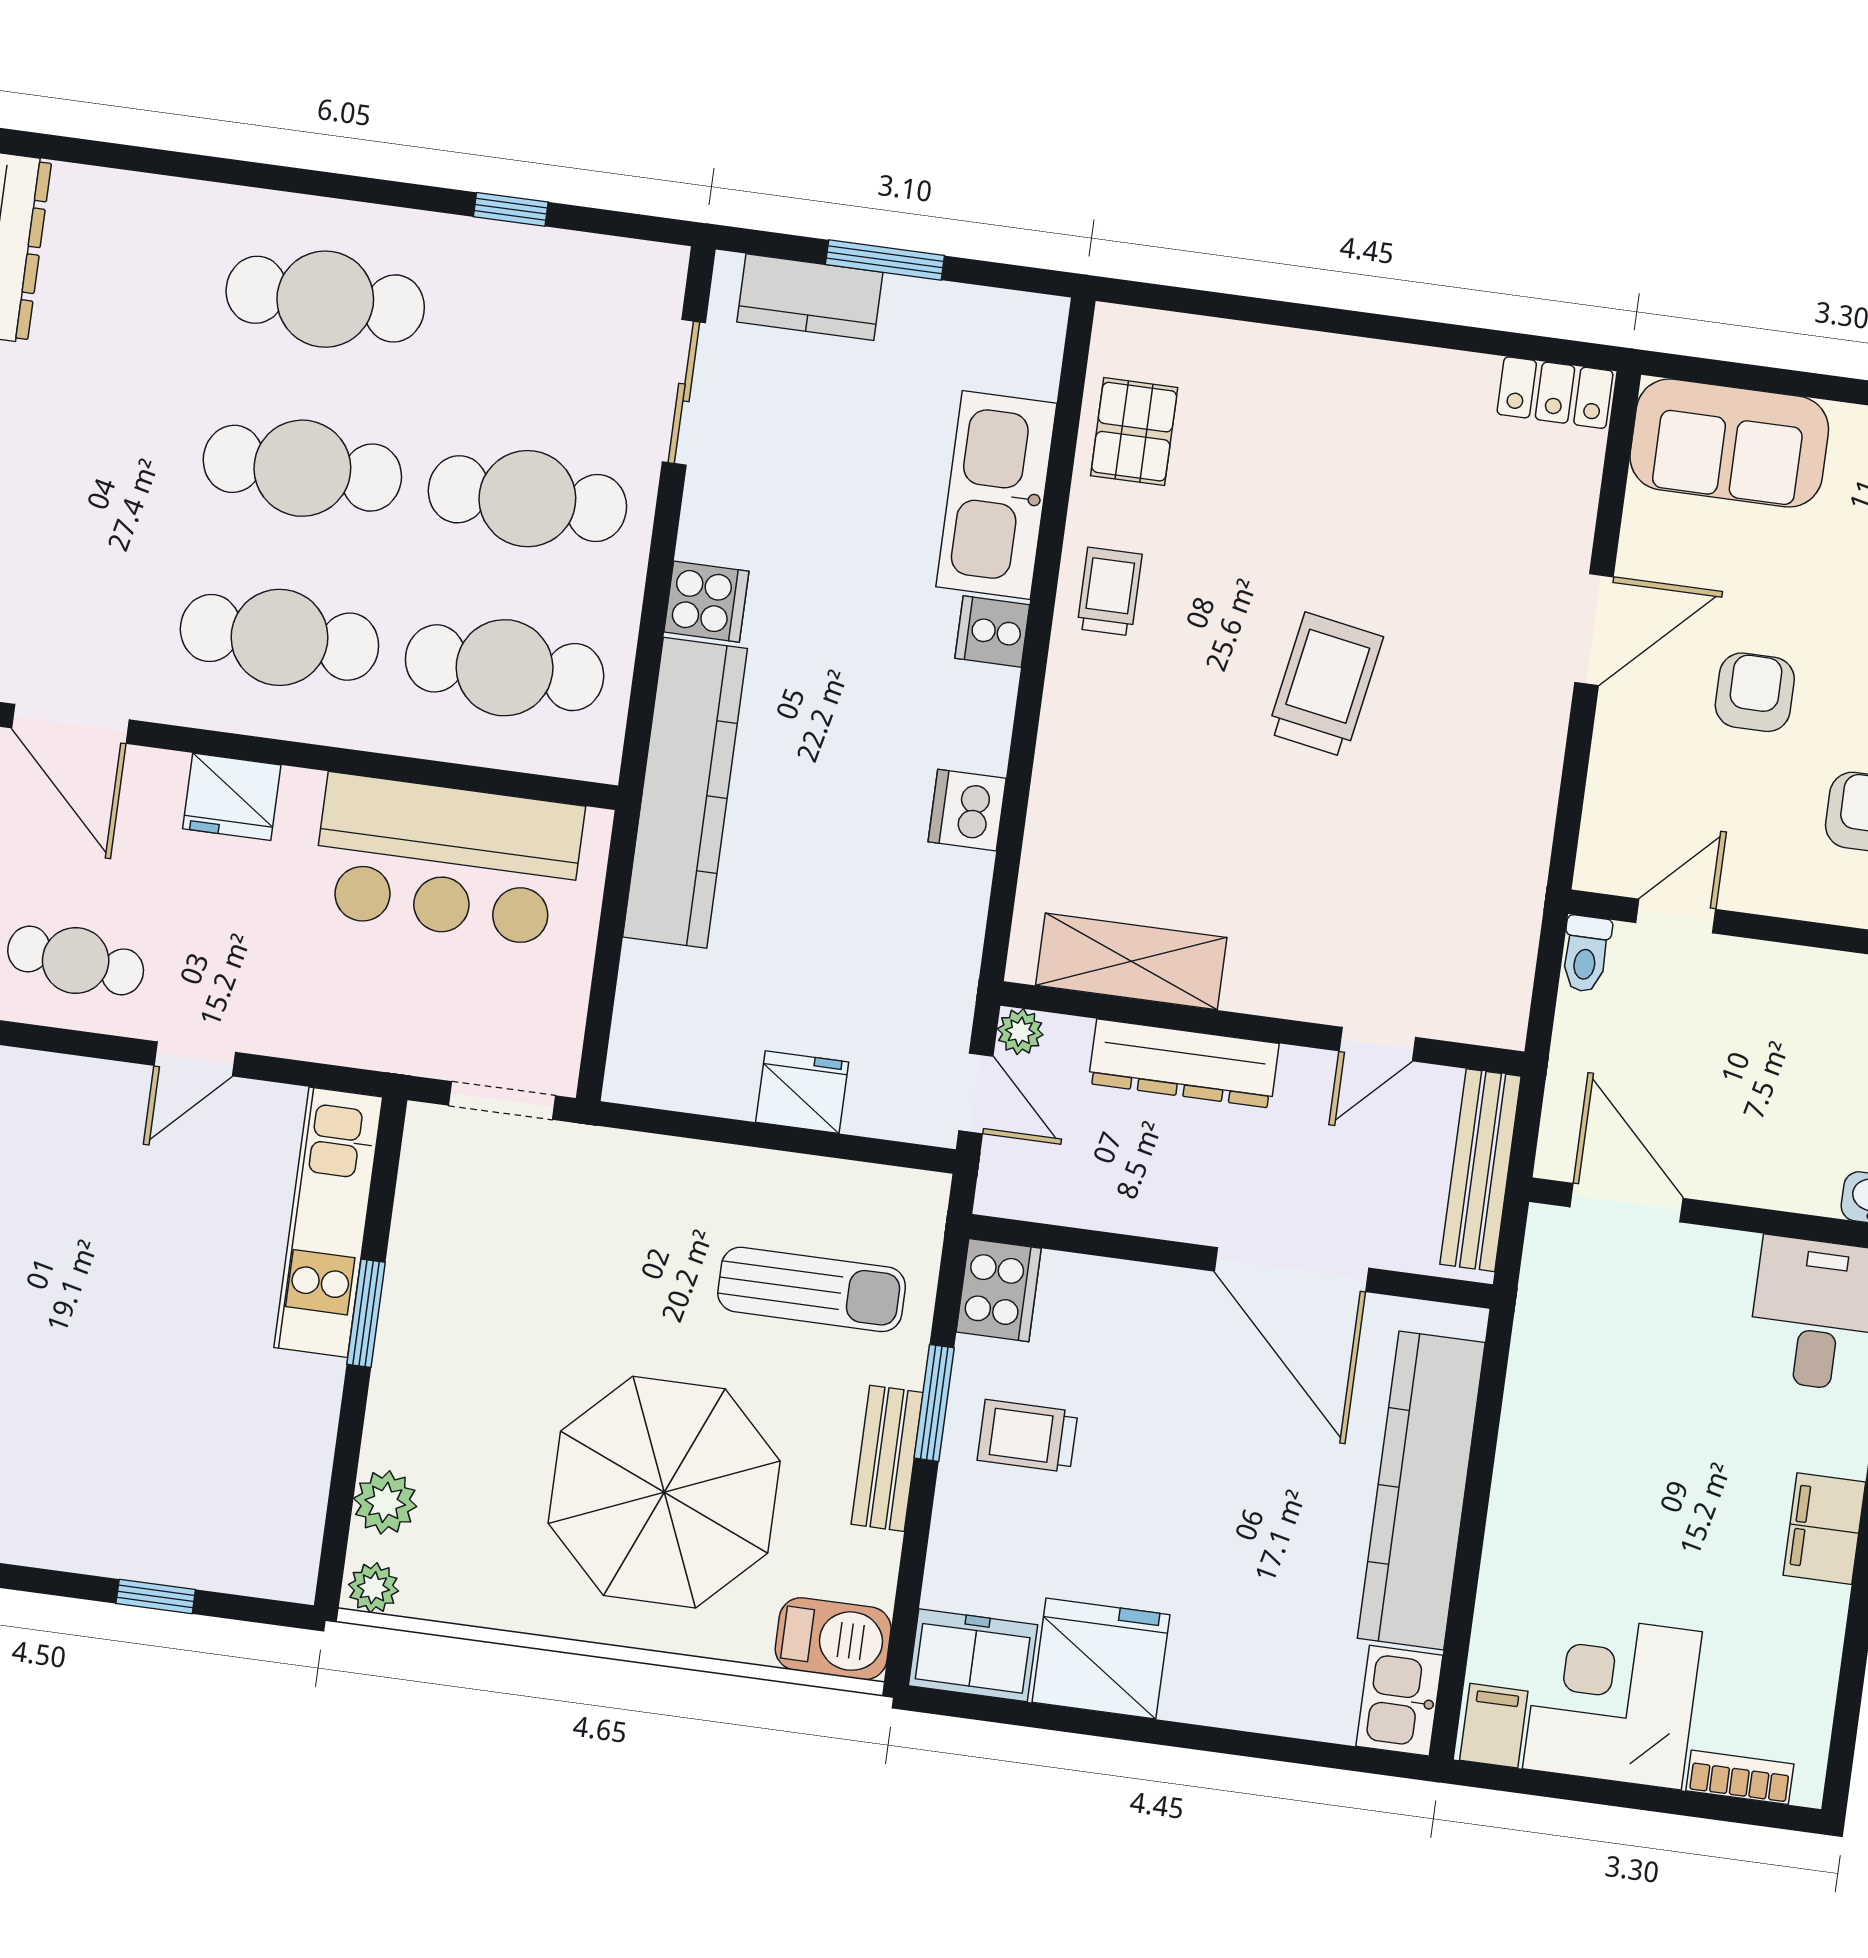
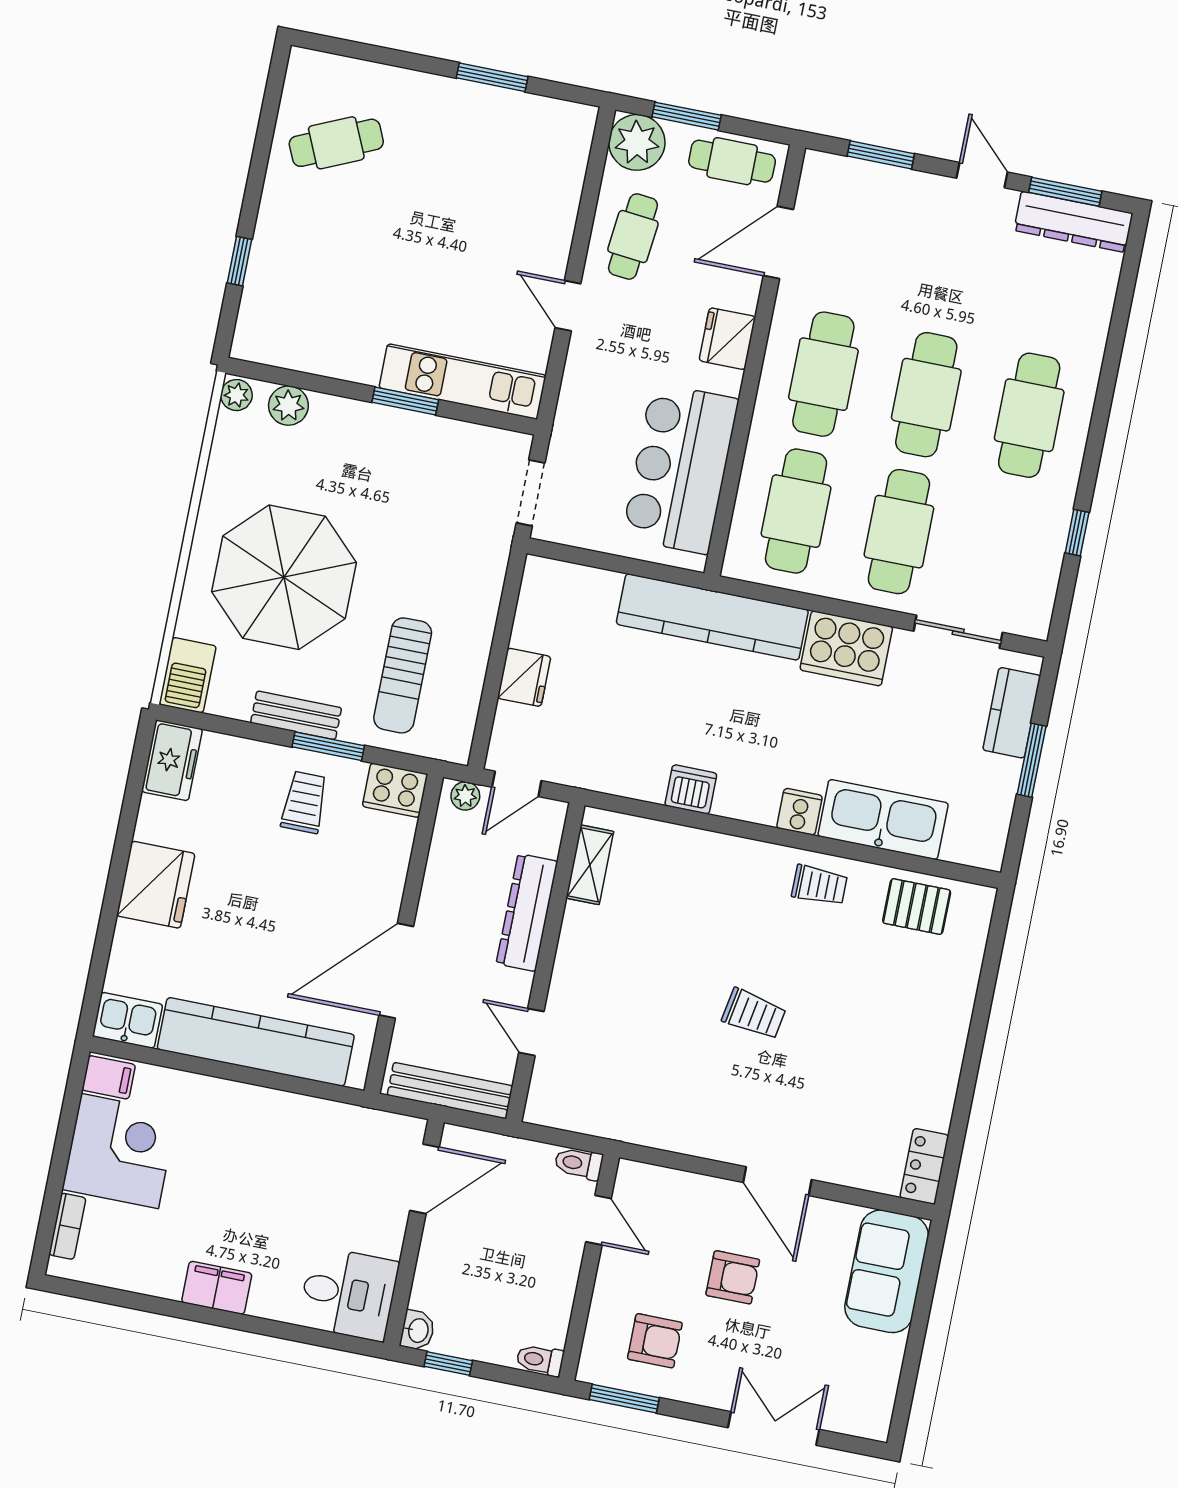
cooker: (706, 602) -> (846, 648), width x1.87, depth x1.31
trolley: (1325, 685) -> (754, 1014), width x0.73, depth x0.72
shelving: (1131, 961) -> (590, 865), width x0.67, depth x0.75
plant: (1020, 1032) -> (465, 796), moved
fridge: (1101, 1659) -> (156, 885), moved

